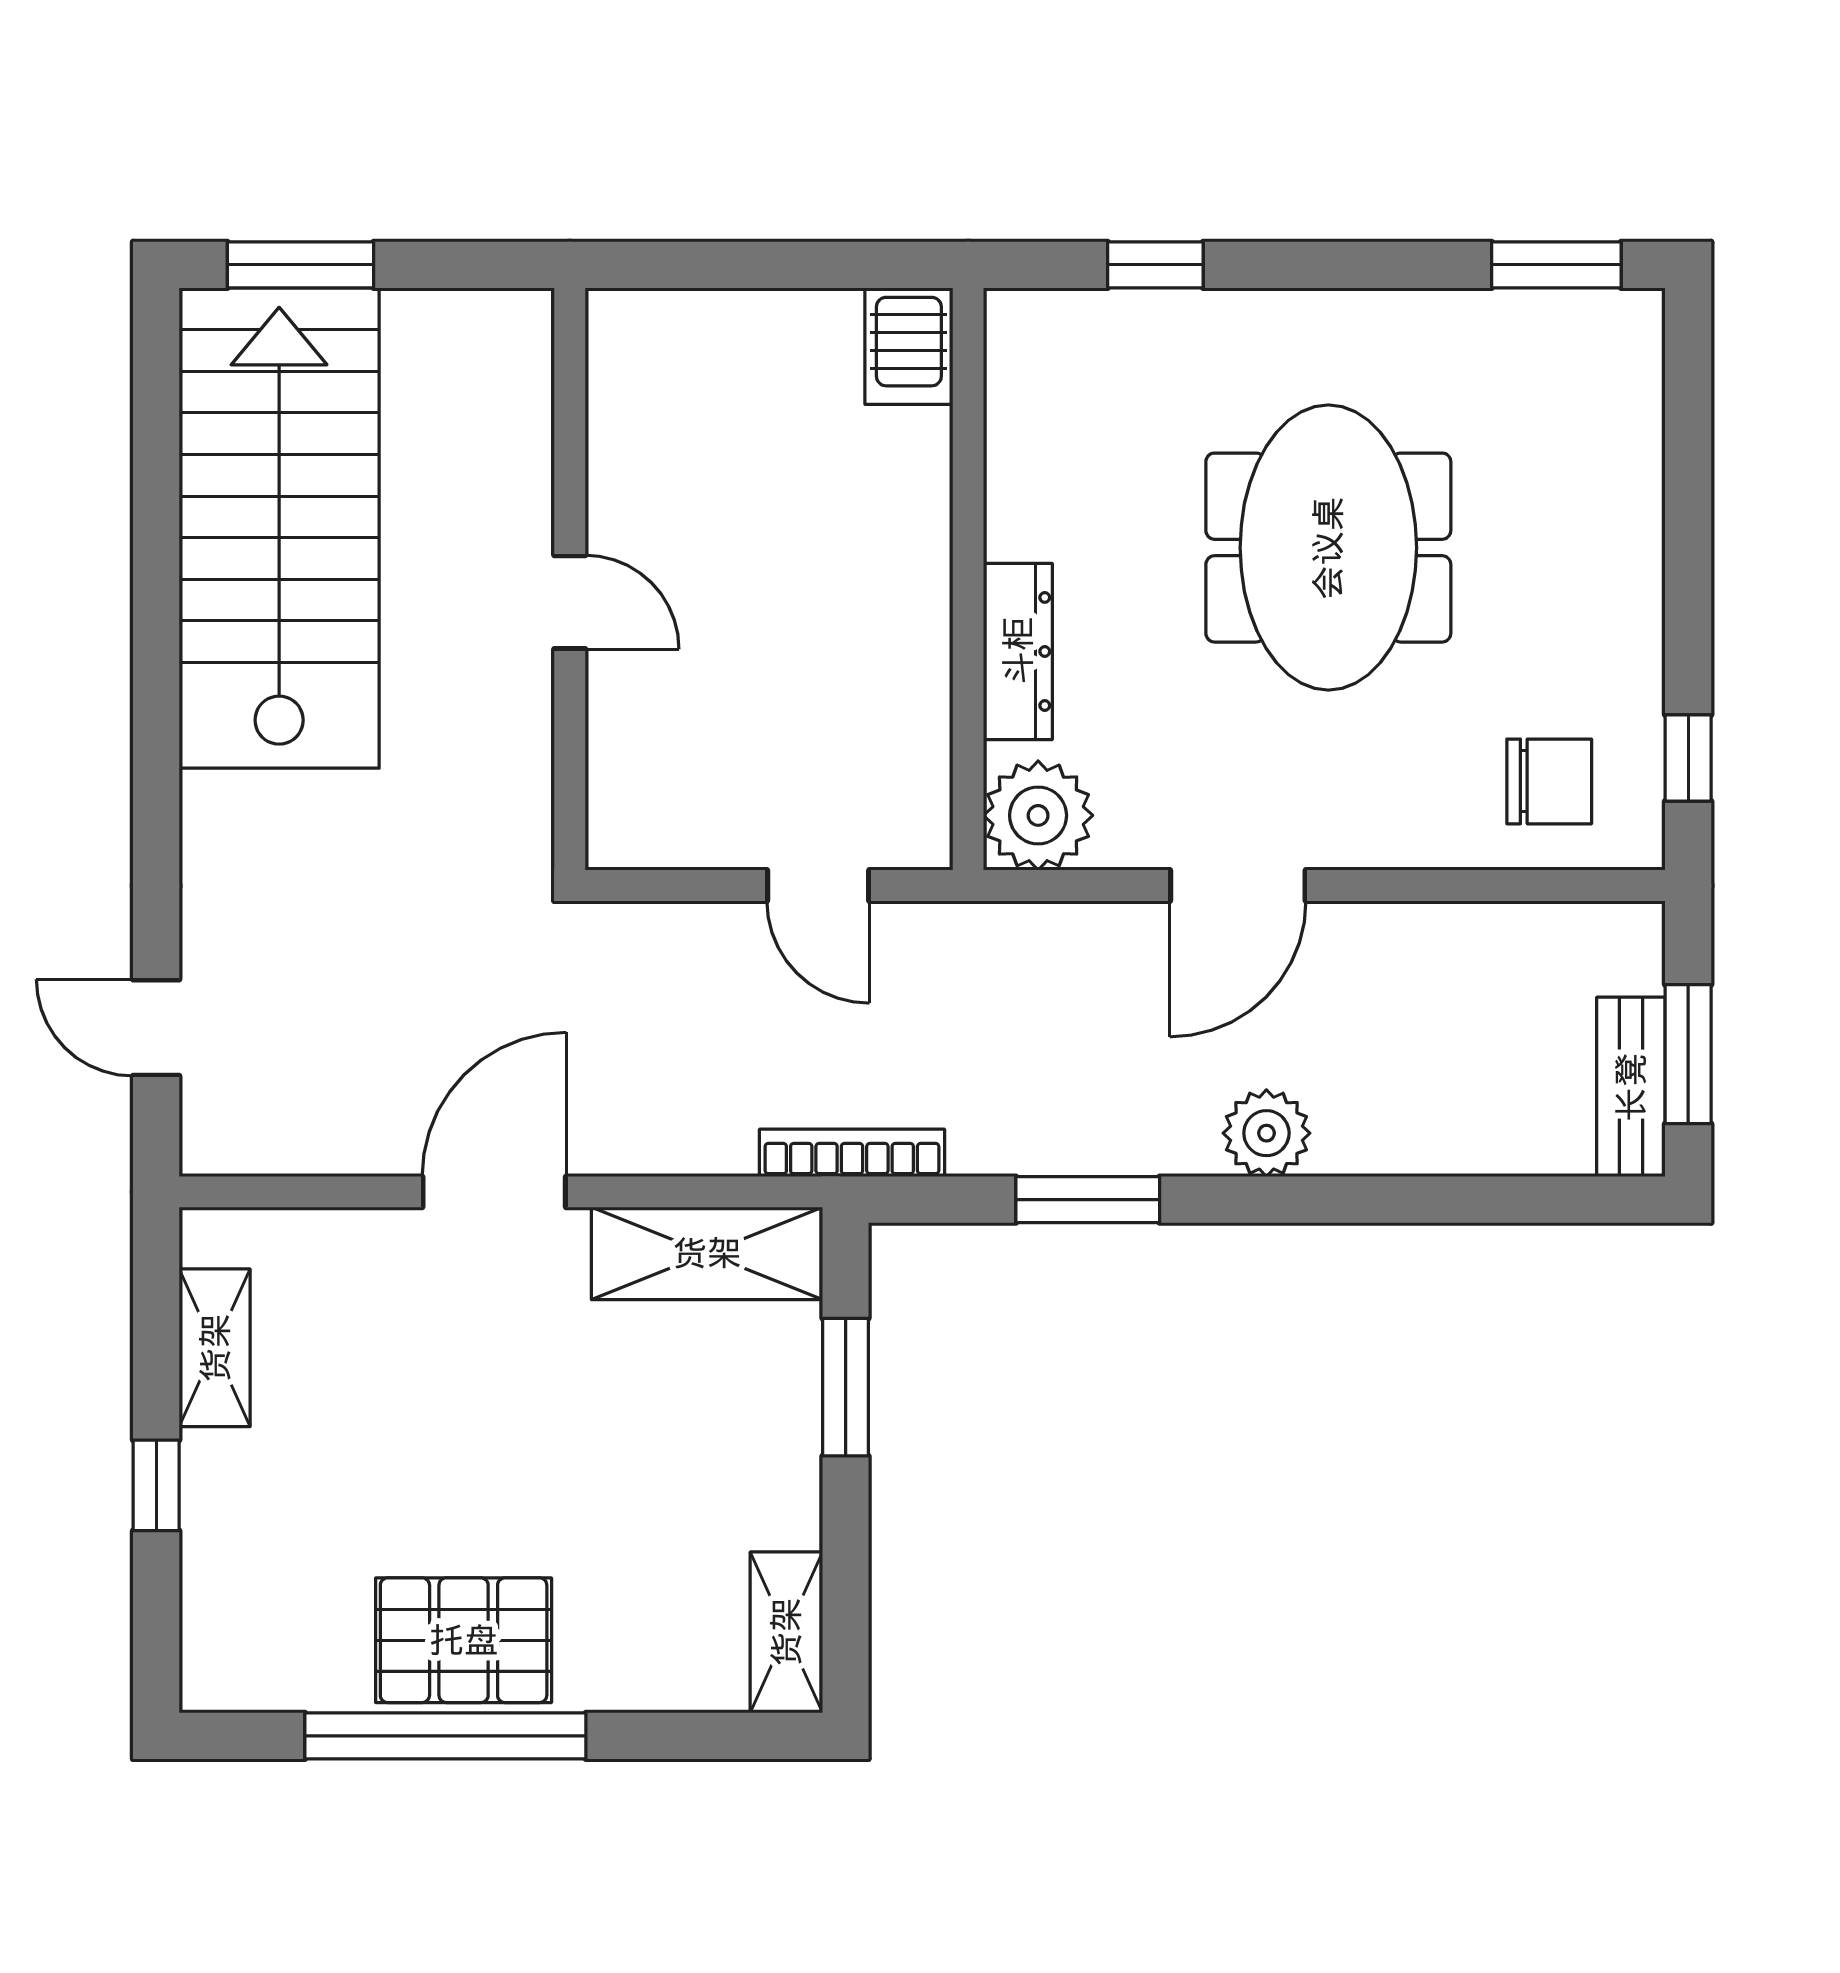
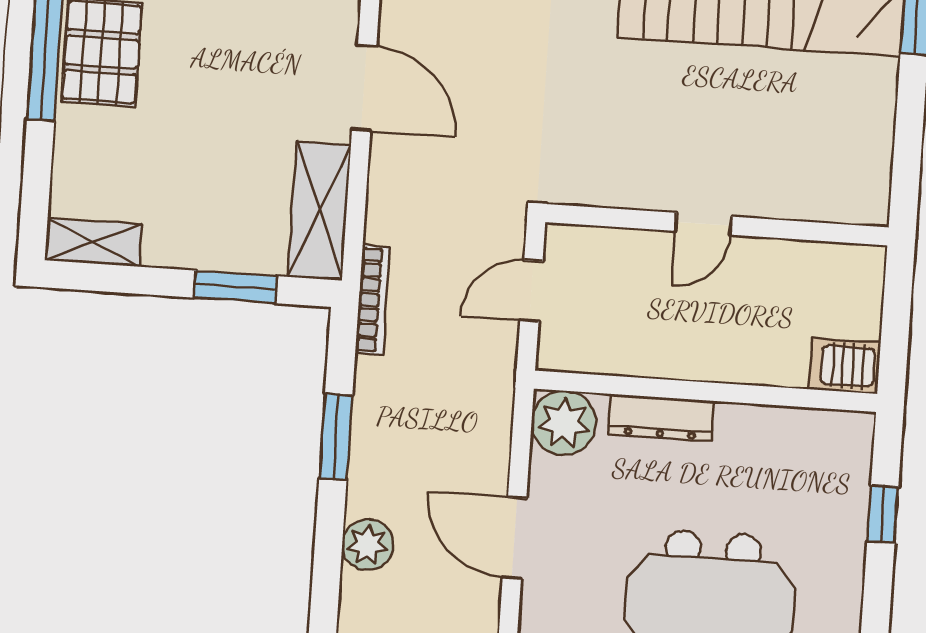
wall: (570, 579) -> (717, 225), moved
door: (570, 602) -> (703, 224), moved

